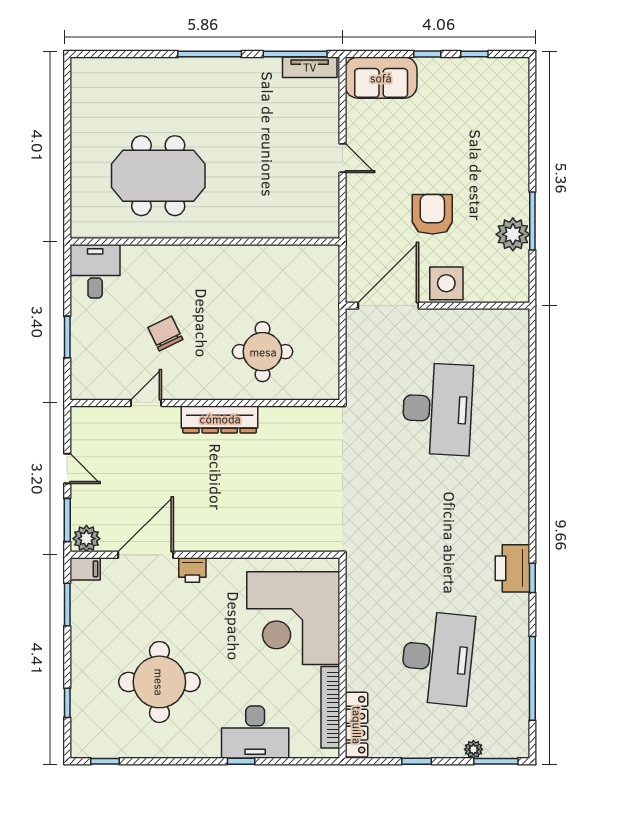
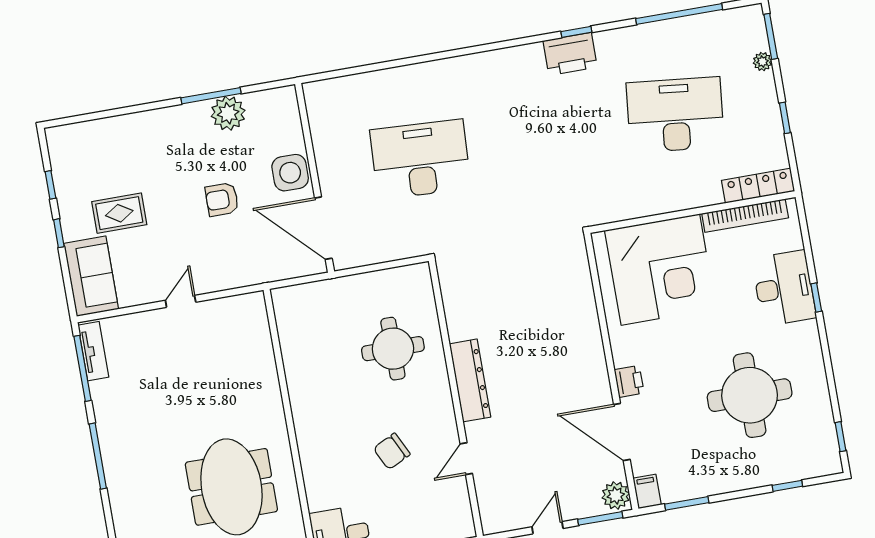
rug: (436, 115) -> (119, 213), added
armchair: (432, 214) -> (222, 199), width x0.72, depth x0.72
door: (146, 403) -> (466, 459), hinge flipped

